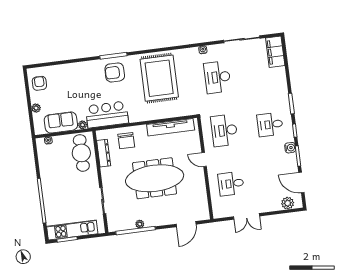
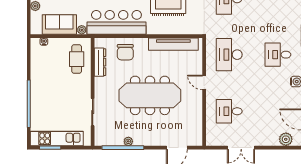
bar counter: (107, 115) -> (116, 22), width x1.36
cafe table: (81, 153) -> (77, 59), width x0.73, depth x0.74

